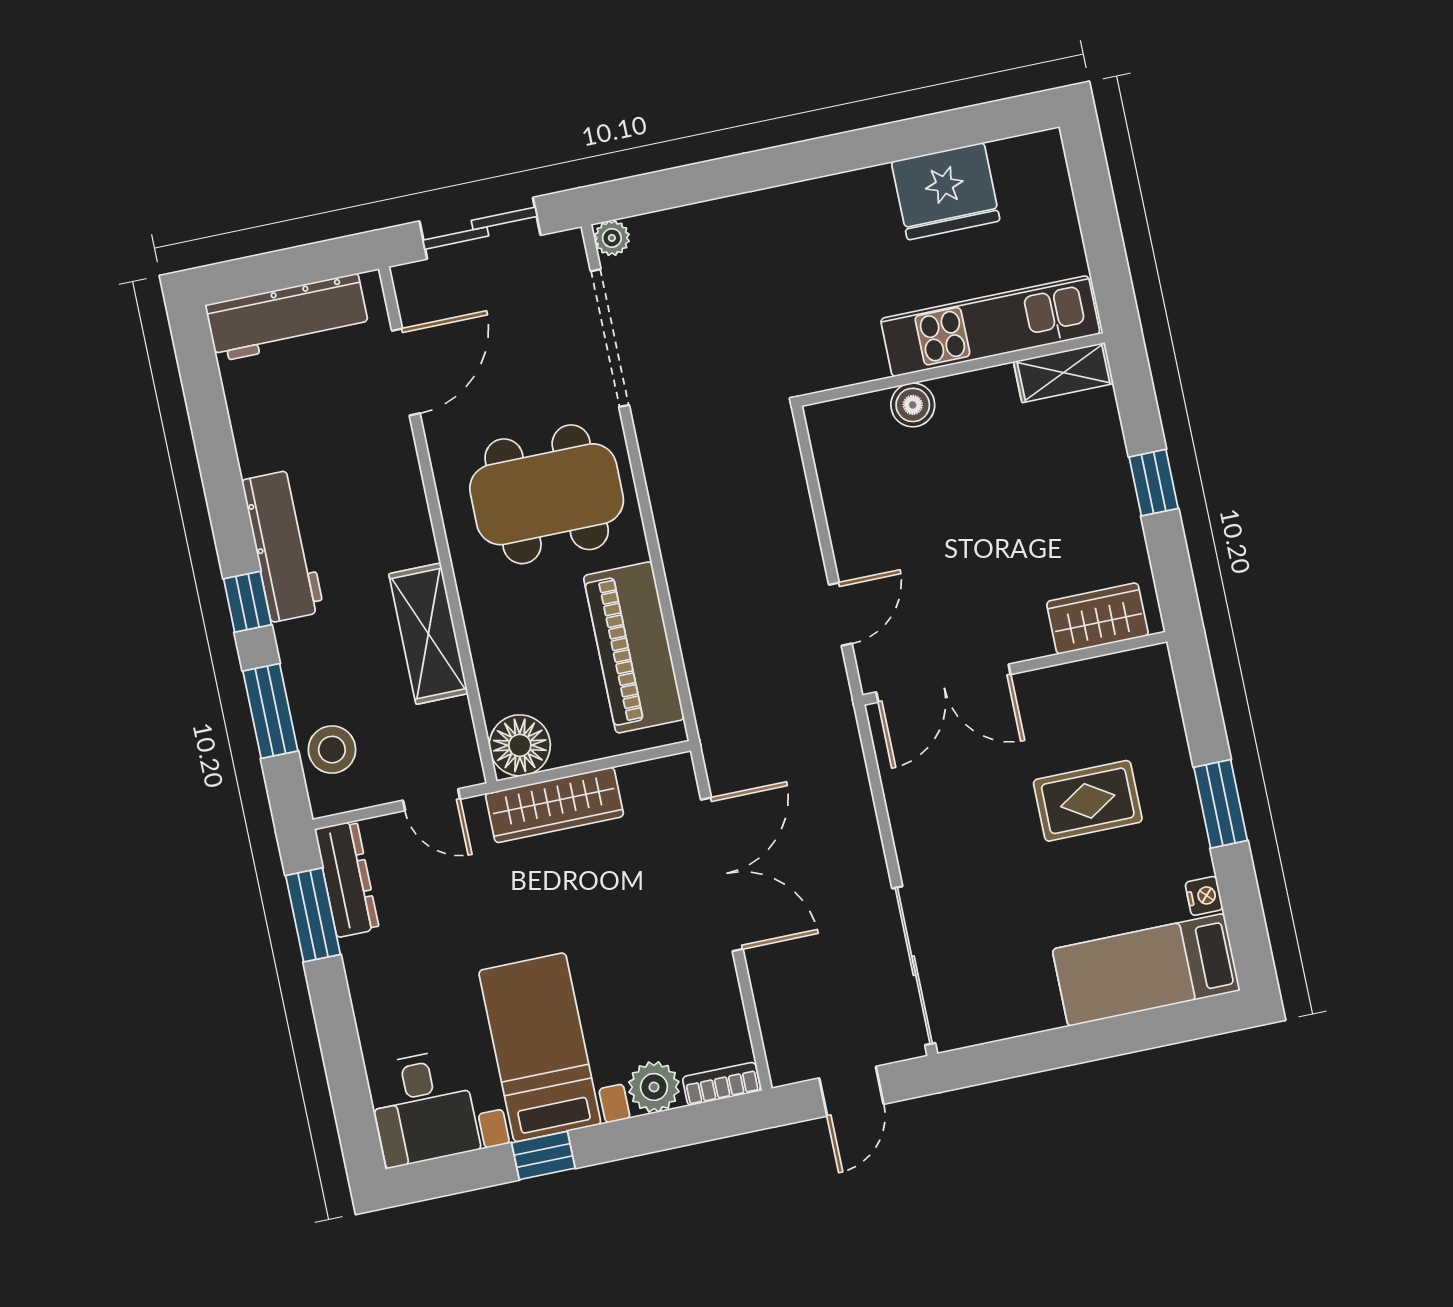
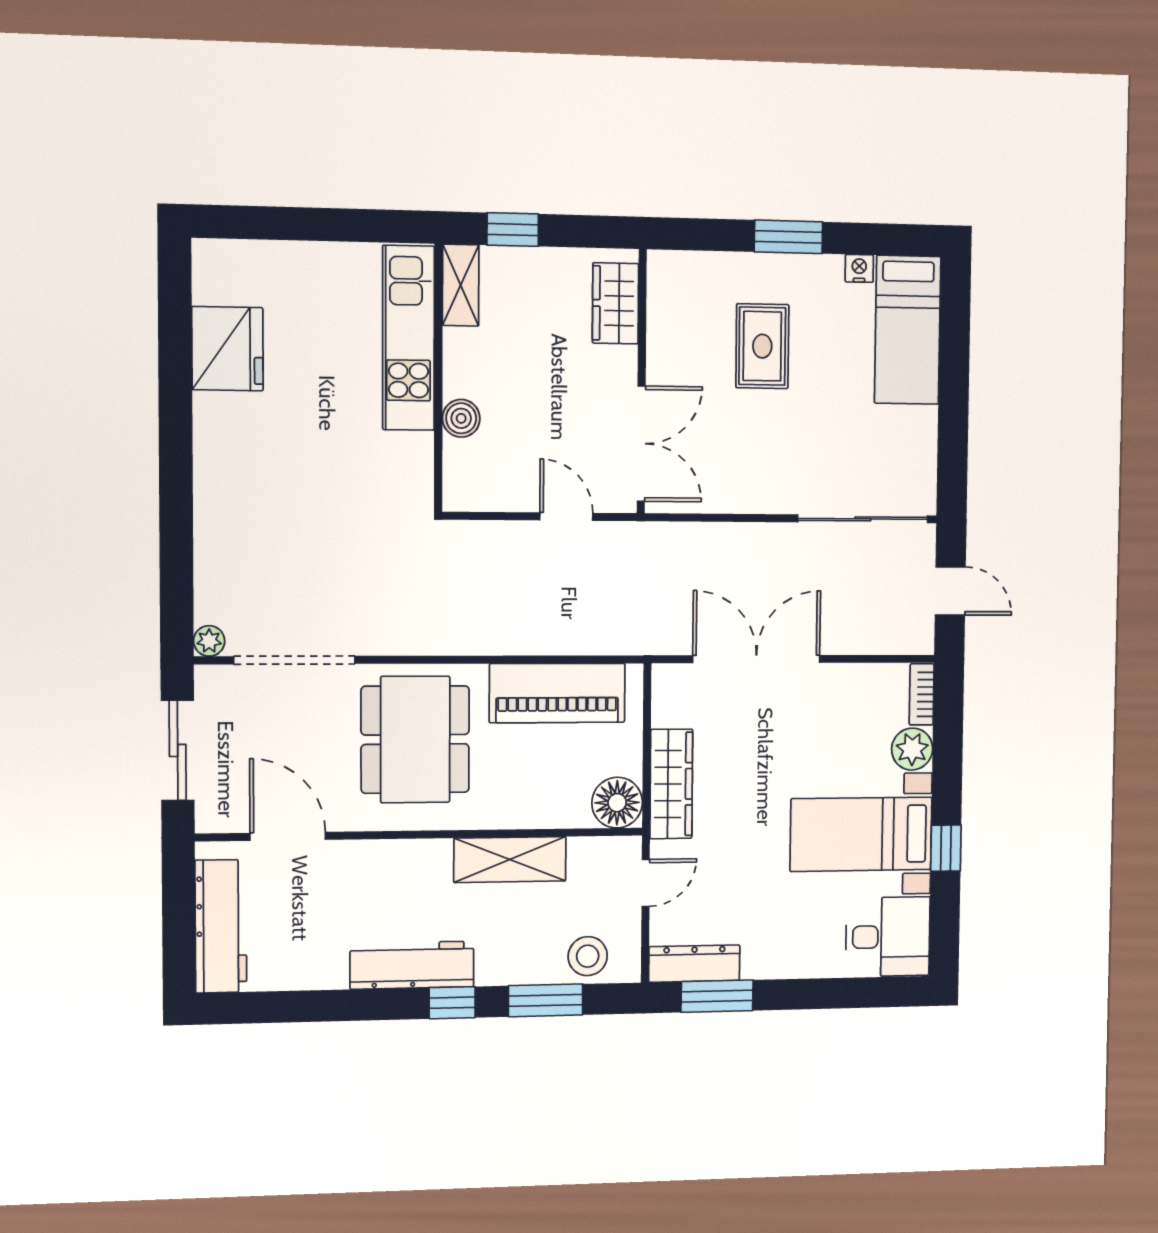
kitchen unit: (990, 326) -> (409, 338), moved
wall: (952, 369) -> (438, 378), moved
shelving: (1063, 373) -> (461, 285), moved
boiler: (913, 405) -> (461, 418), moved

